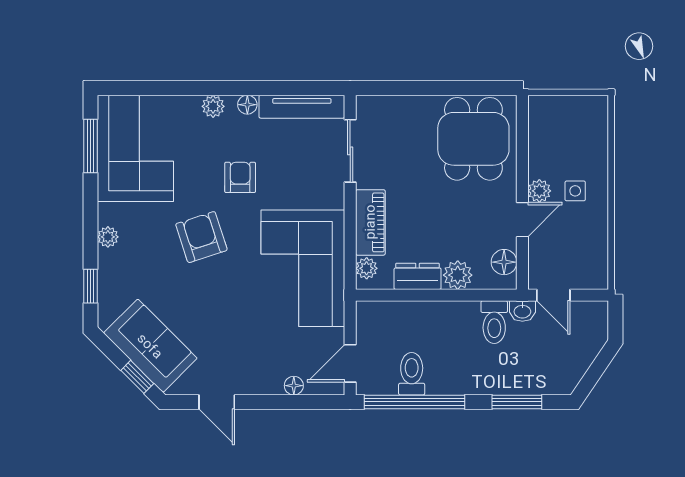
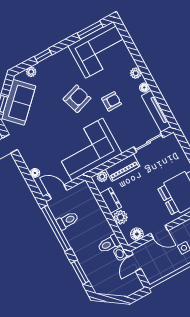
plant: (539, 191) -> (176, 233), removed
plant: (108, 237) -> (31, 72), moved
window: (90, 286) -> (43, 56), moved

